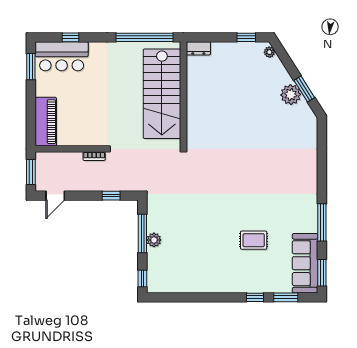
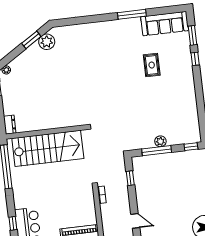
plant: (291, 95) -> (47, 42), moved
window: (322, 273) -> (170, 10), removed

